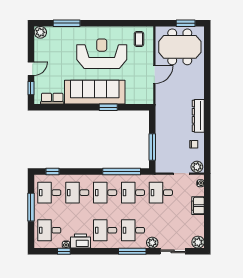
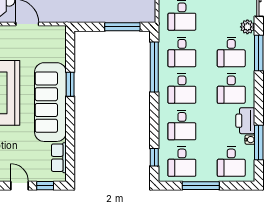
window: (64, 251) -> (259, 142), width x2.17

